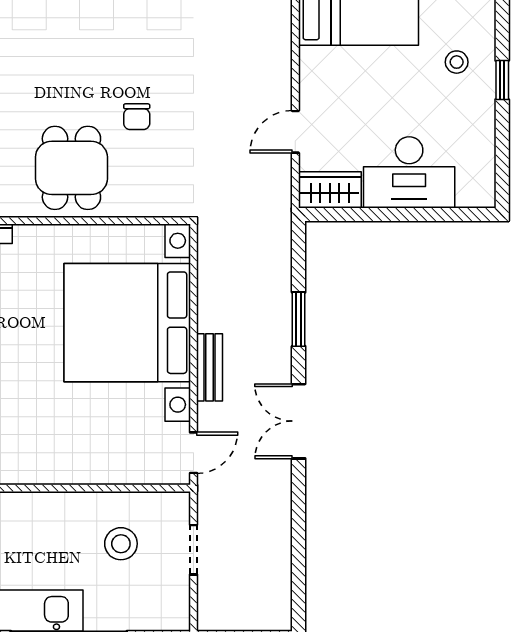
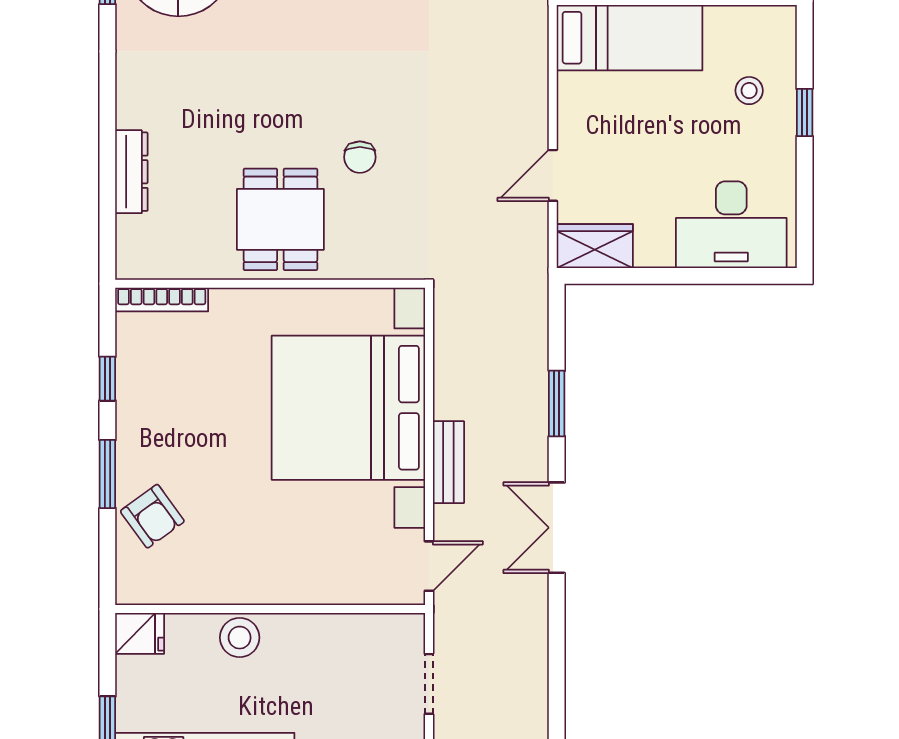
desk: (409, 172) -> (731, 225), moved
stool: (121, 544) -> (240, 638), moved

